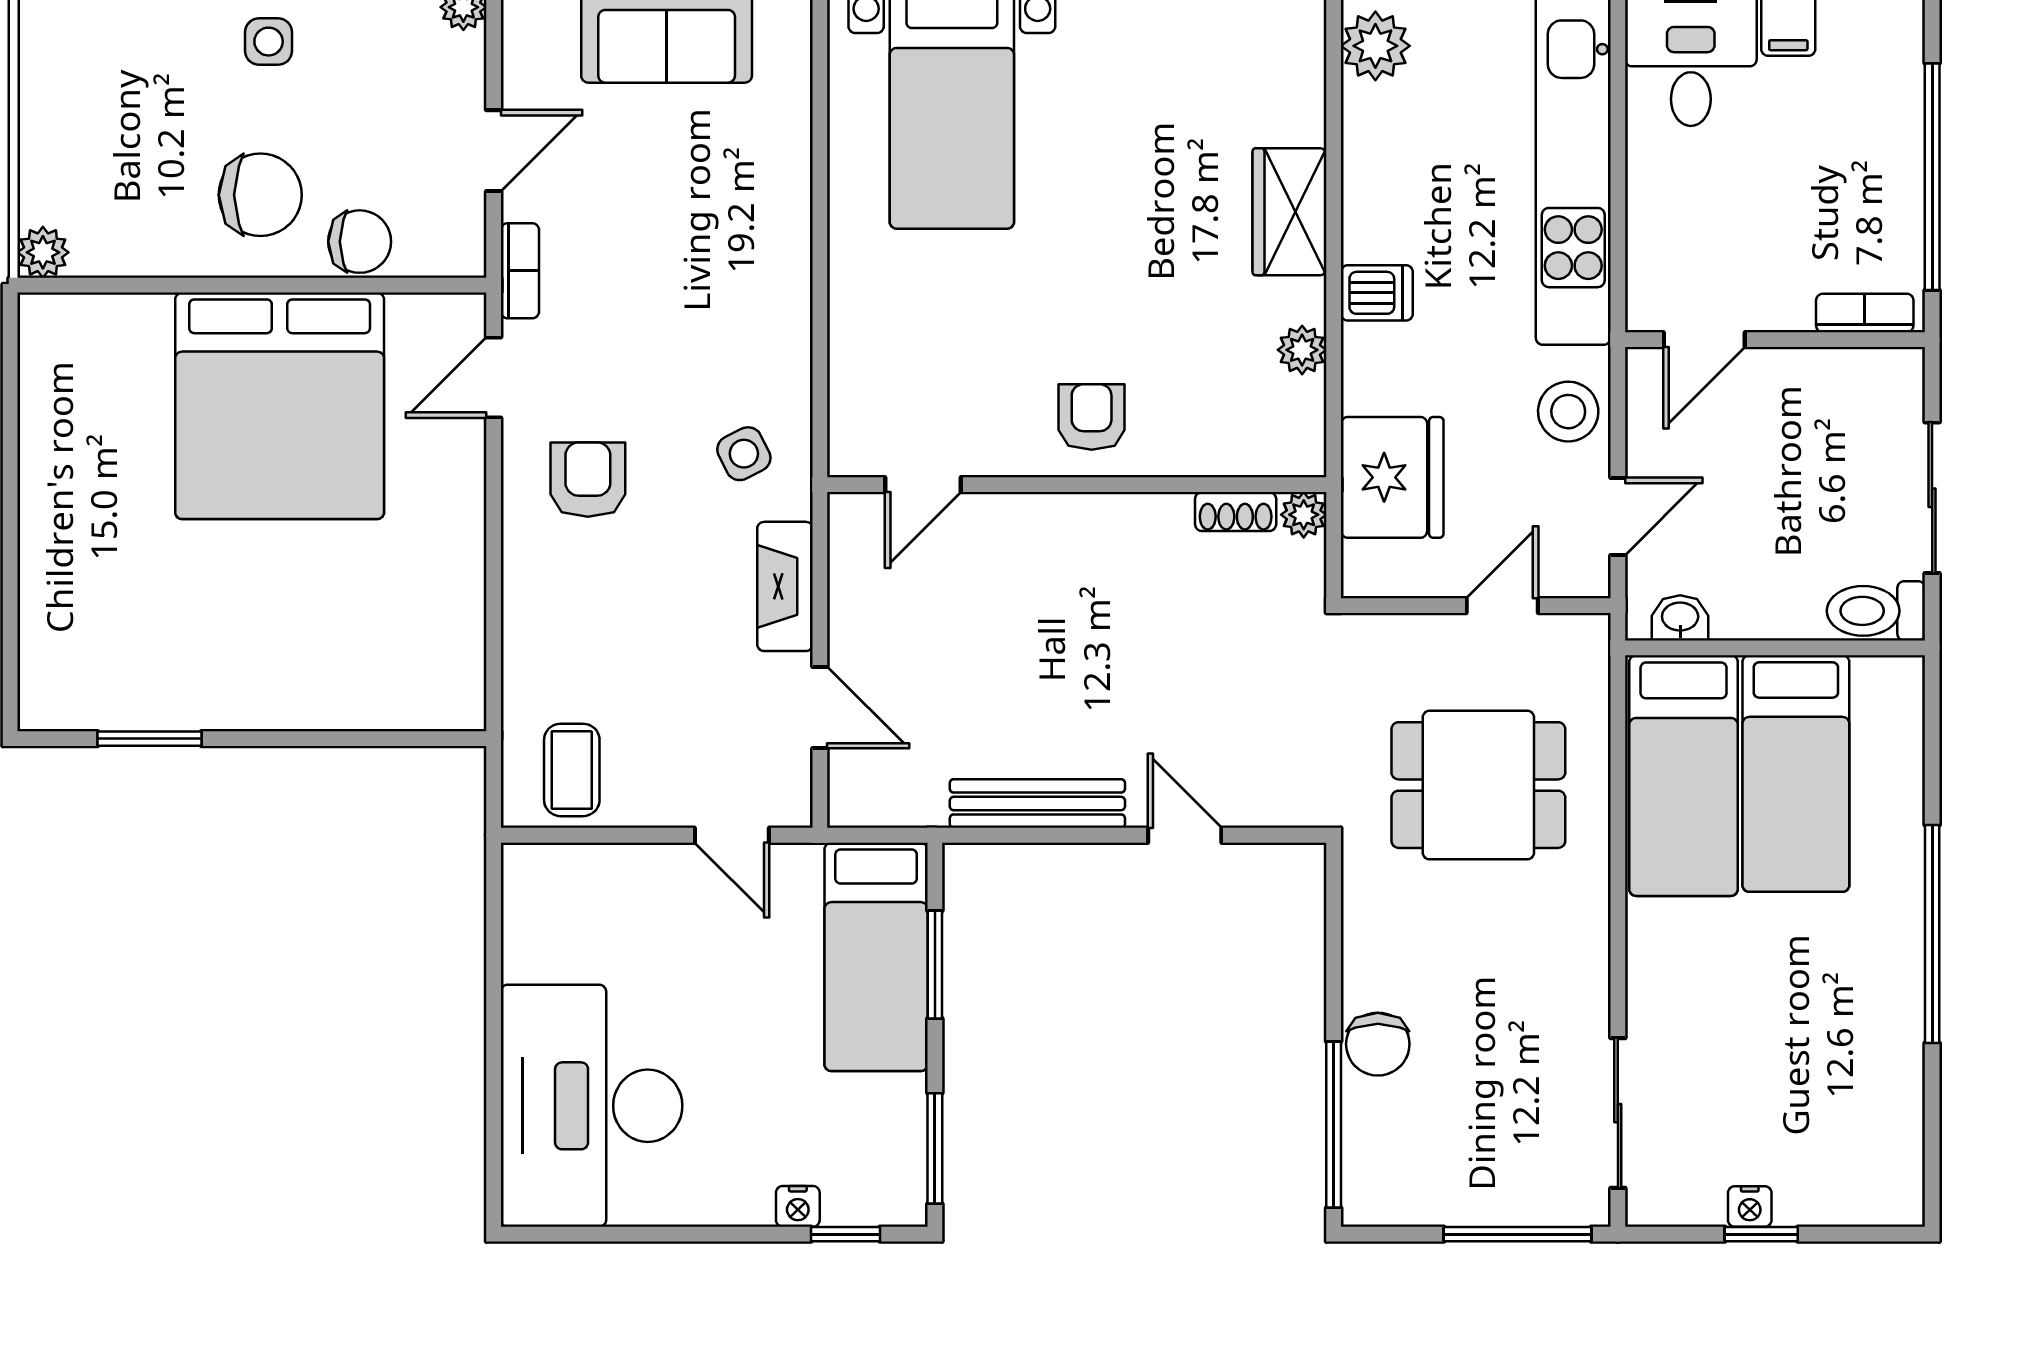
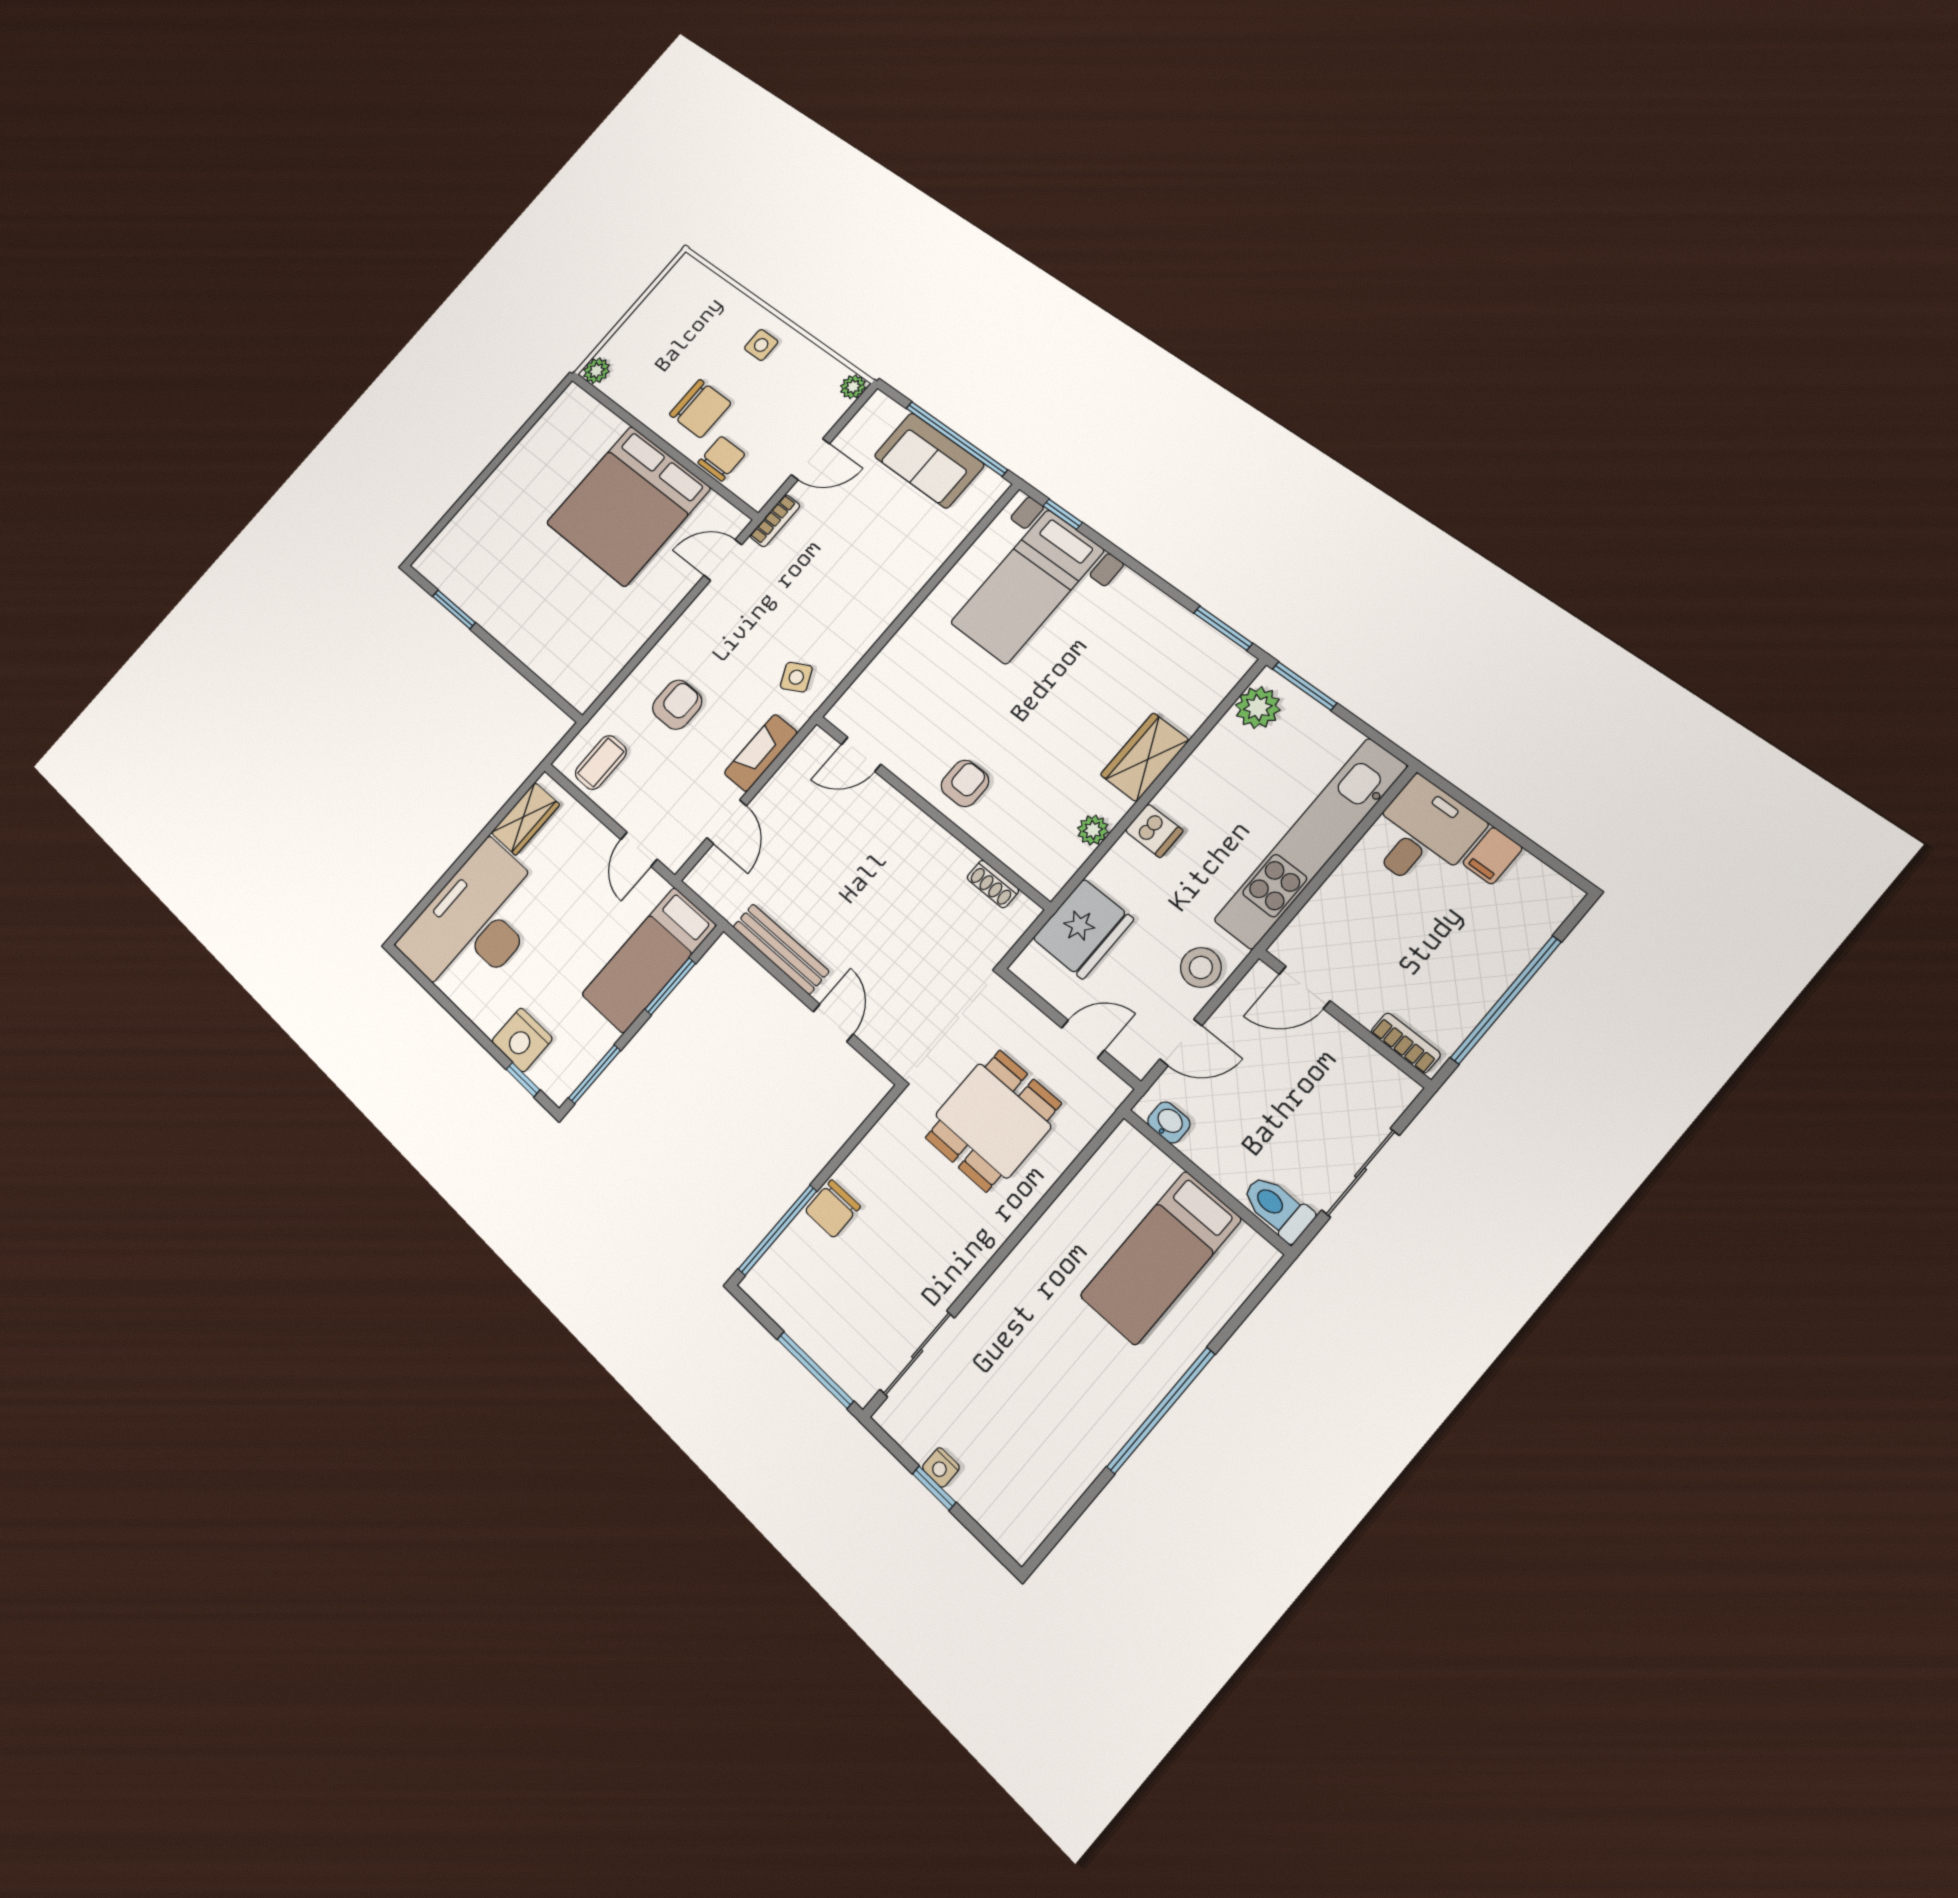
chair: (360, 242) -> (722, 459), turned -90
armchair: (588, 480) -> (677, 705), moved
plant: (1304, 515) -> (1024, 912), removed
bed: (1684, 776) -> (1101, 1207), removed
dining table: (1478, 785) -> (993, 1121), turned 90
wardrobe: (533, 924) -> (525, 819), added
nightstand: (798, 1206) -> (522, 1040), width x1.89, depth x1.79

